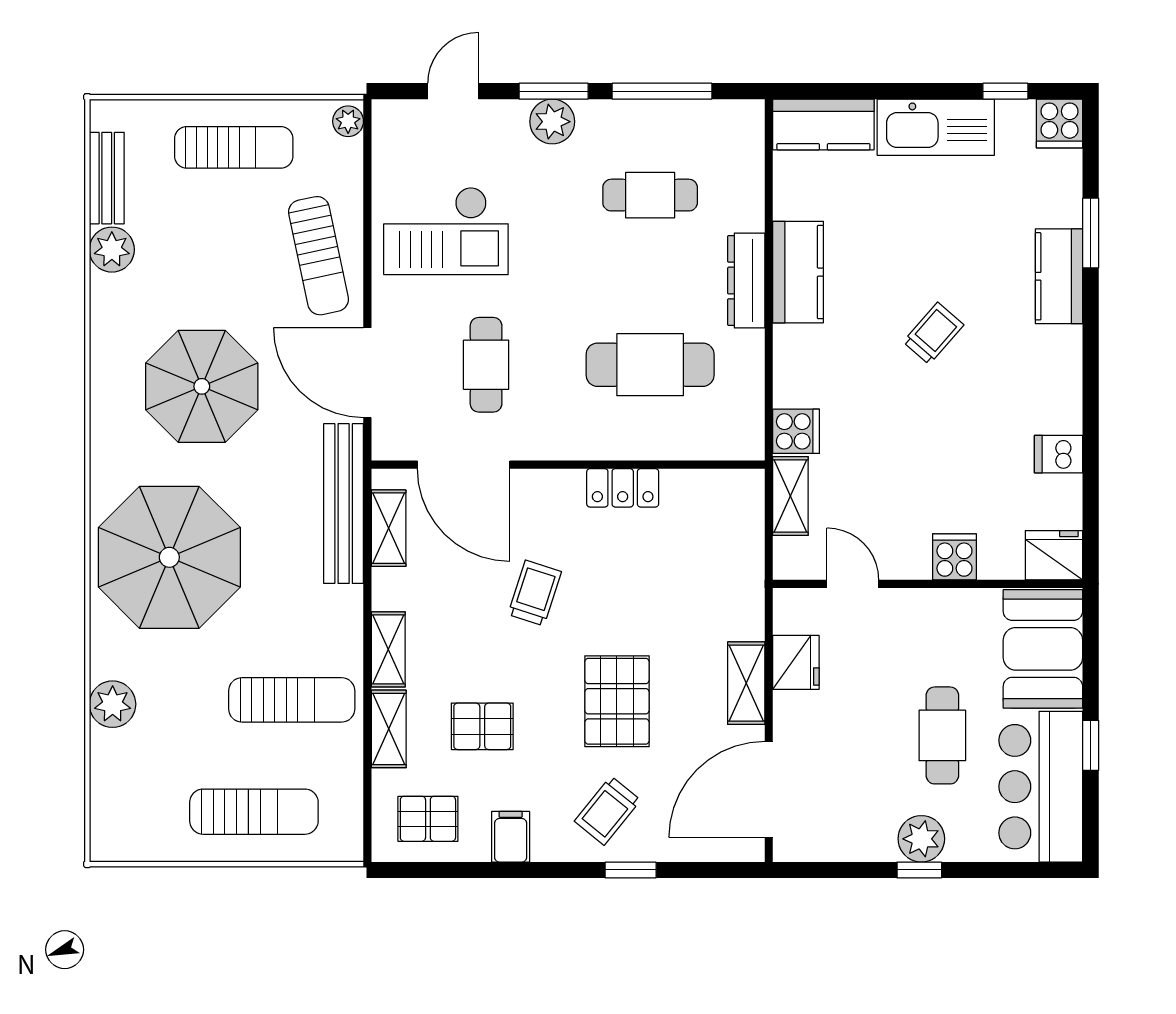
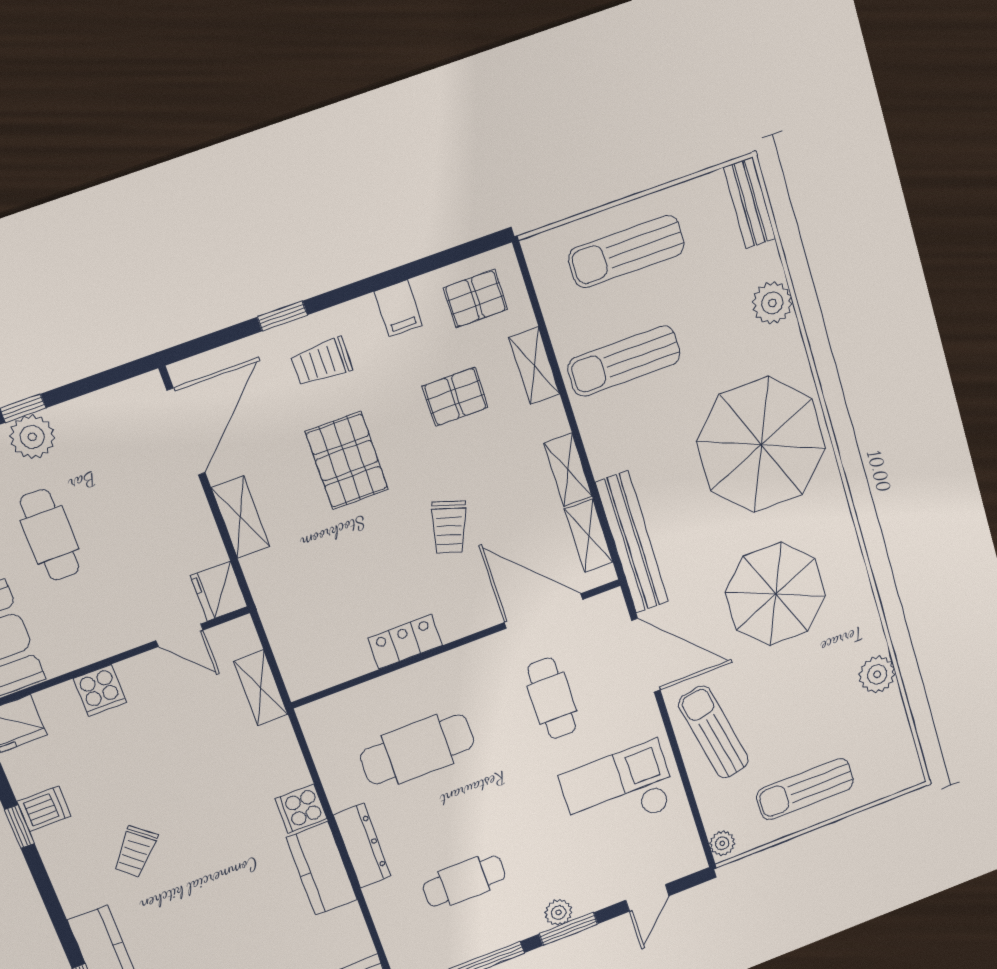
plant: (552, 122) -> (558, 912), width x0.73, depth x0.73
bench: (107, 178) -> (750, 203), moved
trolley: (933, 333) -> (135, 851), moved
cooker: (796, 431) -> (301, 809), moved
window: (1091, 445) -> (19, 827), added
shelving: (388, 649) -> (568, 470), moved
fridge: (796, 662) -> (219, 591), moved
trolley: (608, 811) -> (321, 362), turned -129

